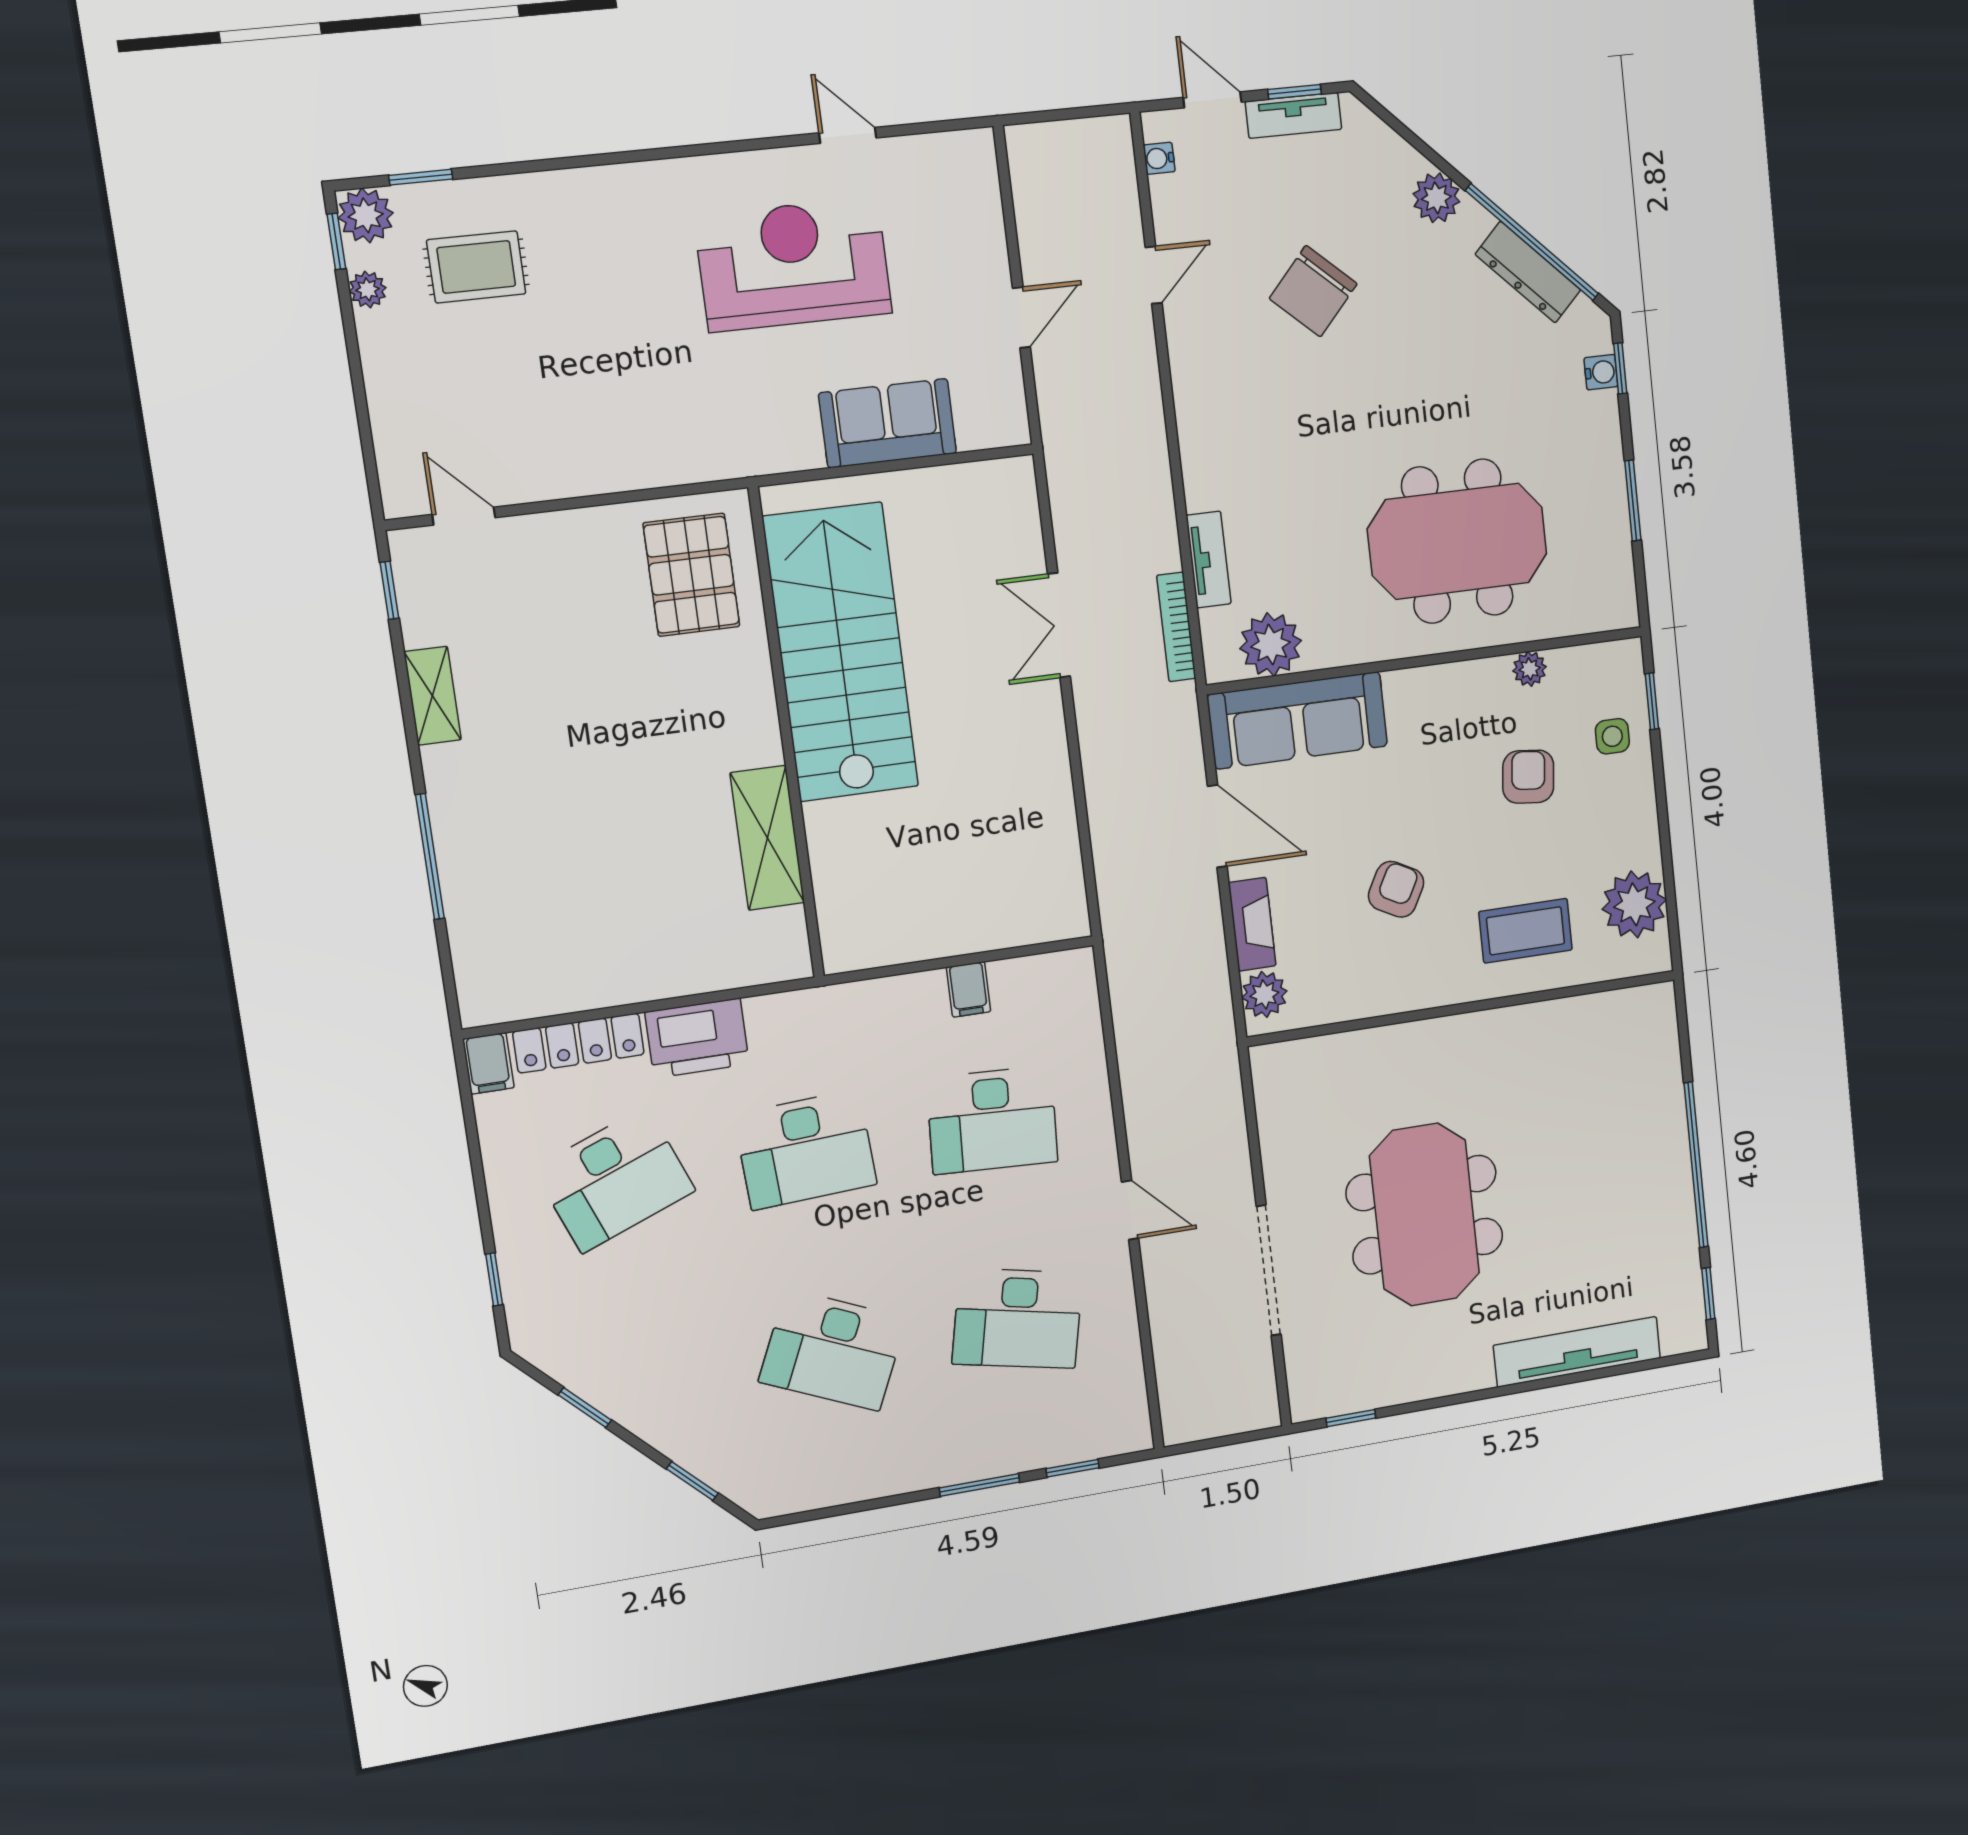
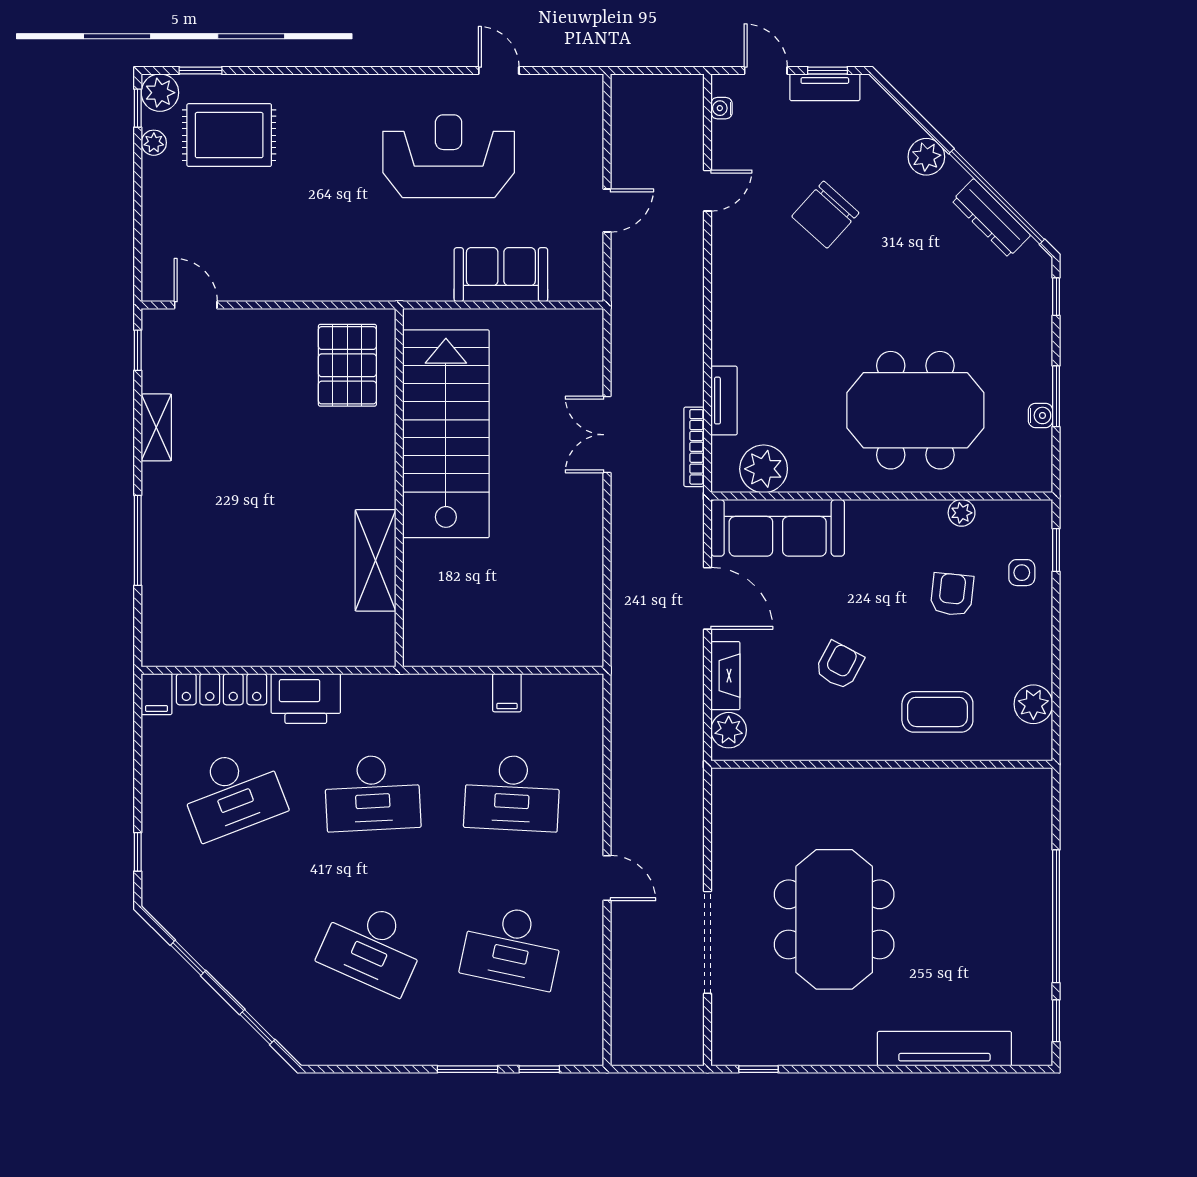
rug: (476, 267) -> (229, 135), width x1.36, depth x1.43
water cooler: (1601, 372) -> (1041, 415), moved
plant: (1634, 904) -> (1033, 704), width x0.73, depth x0.73

